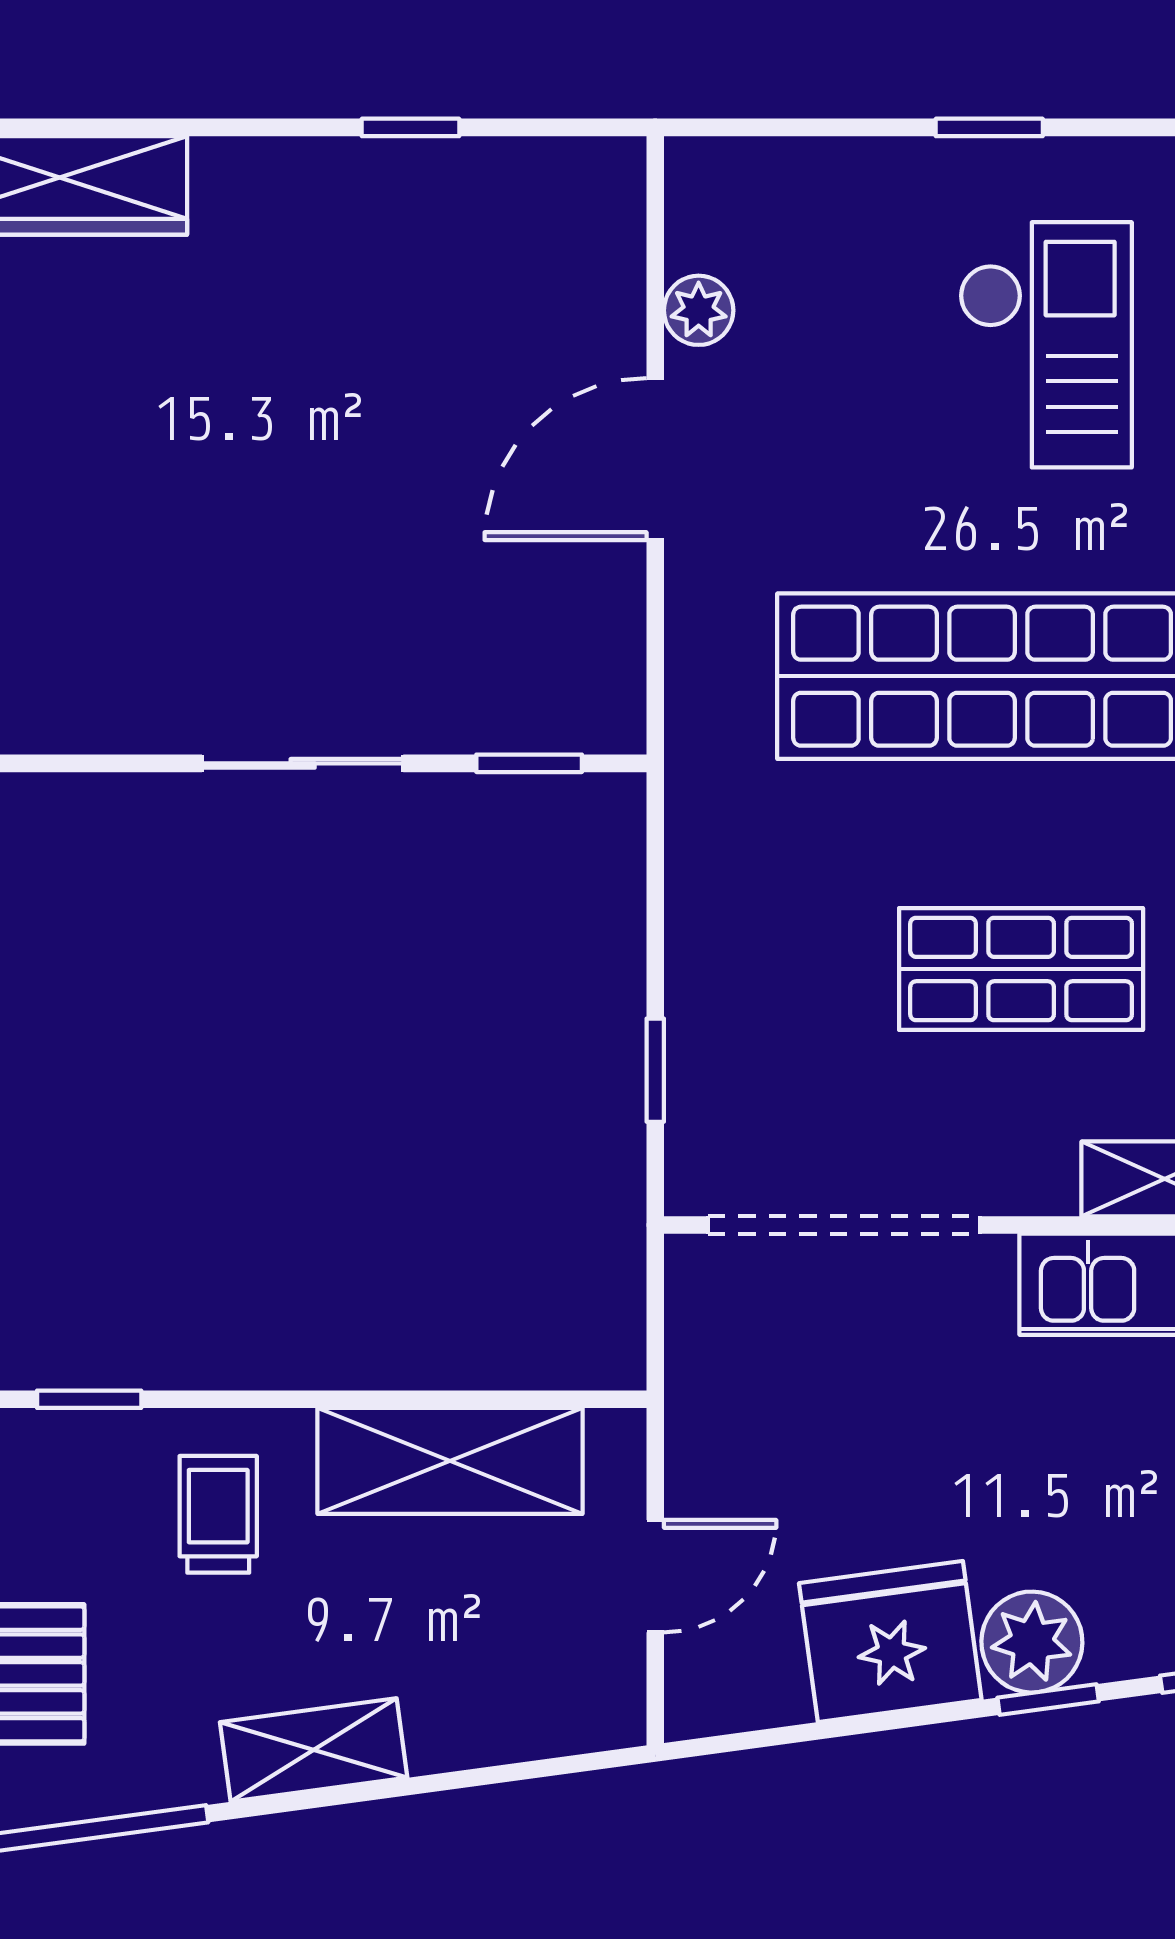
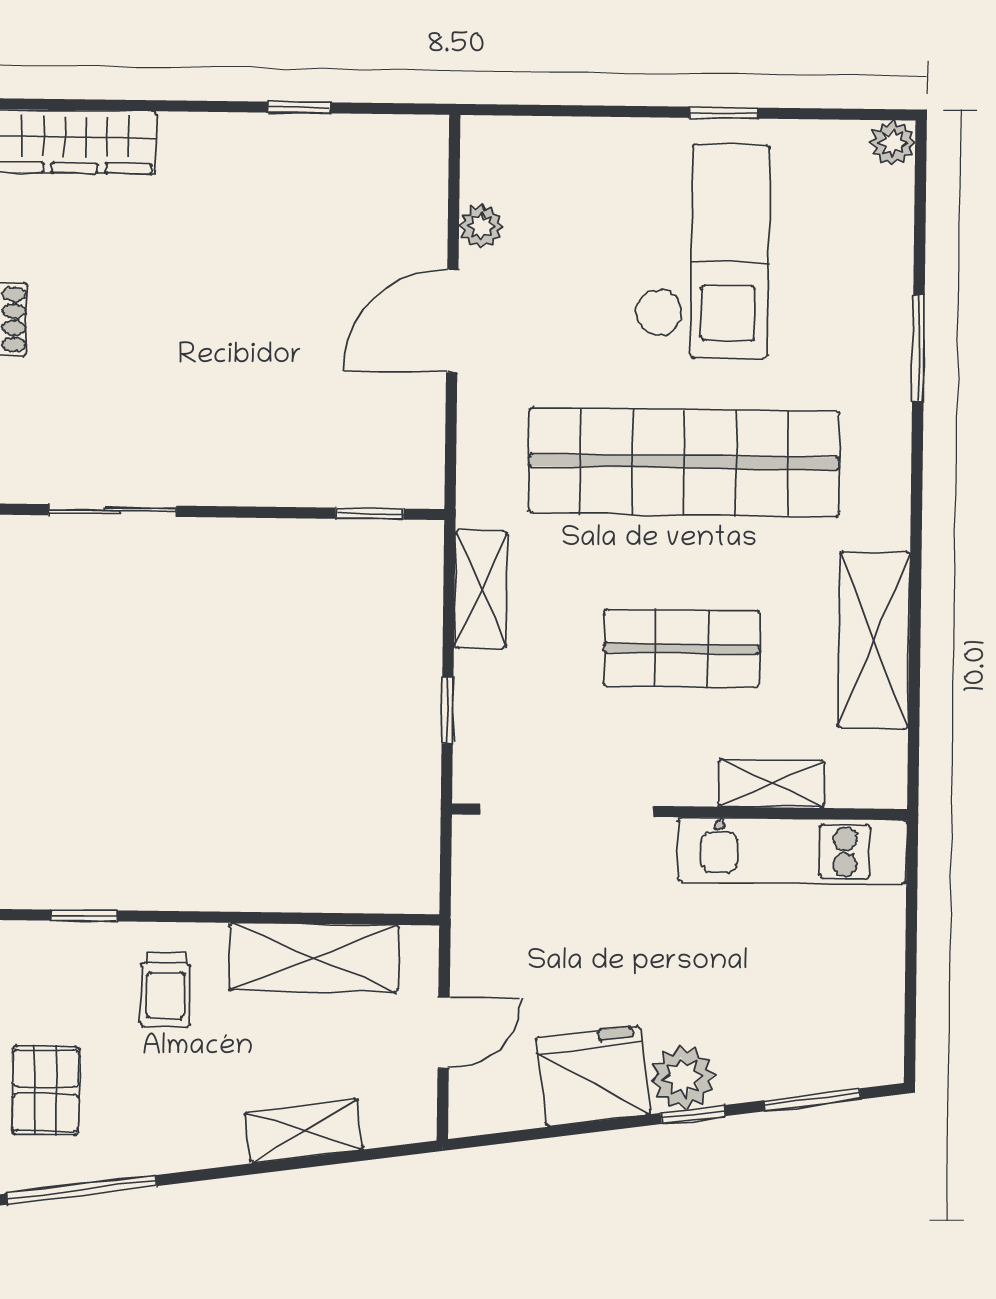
window: (989, 127) -> (724, 113), moved
checkout: (1046, 345) -> (702, 251), width x1.36, depth x1.21
sliding door: (303, 763) -> (112, 511), moved
shelving: (705, 880) -> (481, 590), added
trolley: (218, 1514) -> (166, 990), turned 180
shelving: (314, 1750) -> (304, 1131), moved

